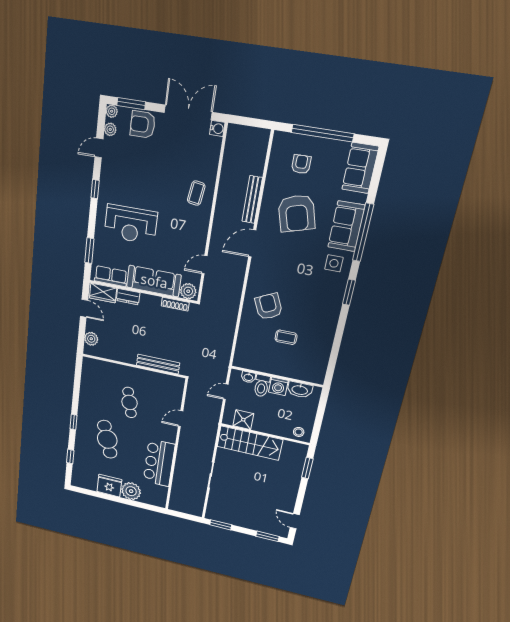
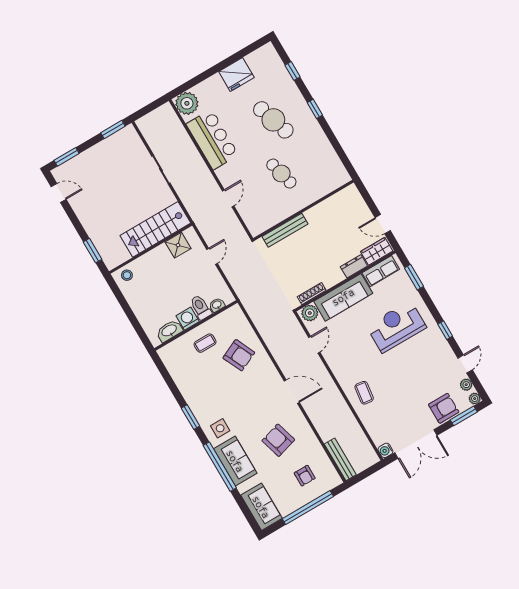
bench: (252, 200) -> (340, 459), moved
armchair: (297, 213) -> (278, 440), width x0.73, depth x0.73
door: (252, 243) -> (292, 392), hinge flipped
plant: (91, 339) -> (357, 202), removed
washbasin: (248, 377) -> (217, 305), moved
wall: (277, 377) -> (196, 325), moved
toilet: (262, 386) -> (201, 307), moved
washing machine: (278, 386) -> (188, 319), moved
washbasin: (300, 390) -> (169, 331), moved
plant: (131, 491) -> (187, 103), moved

